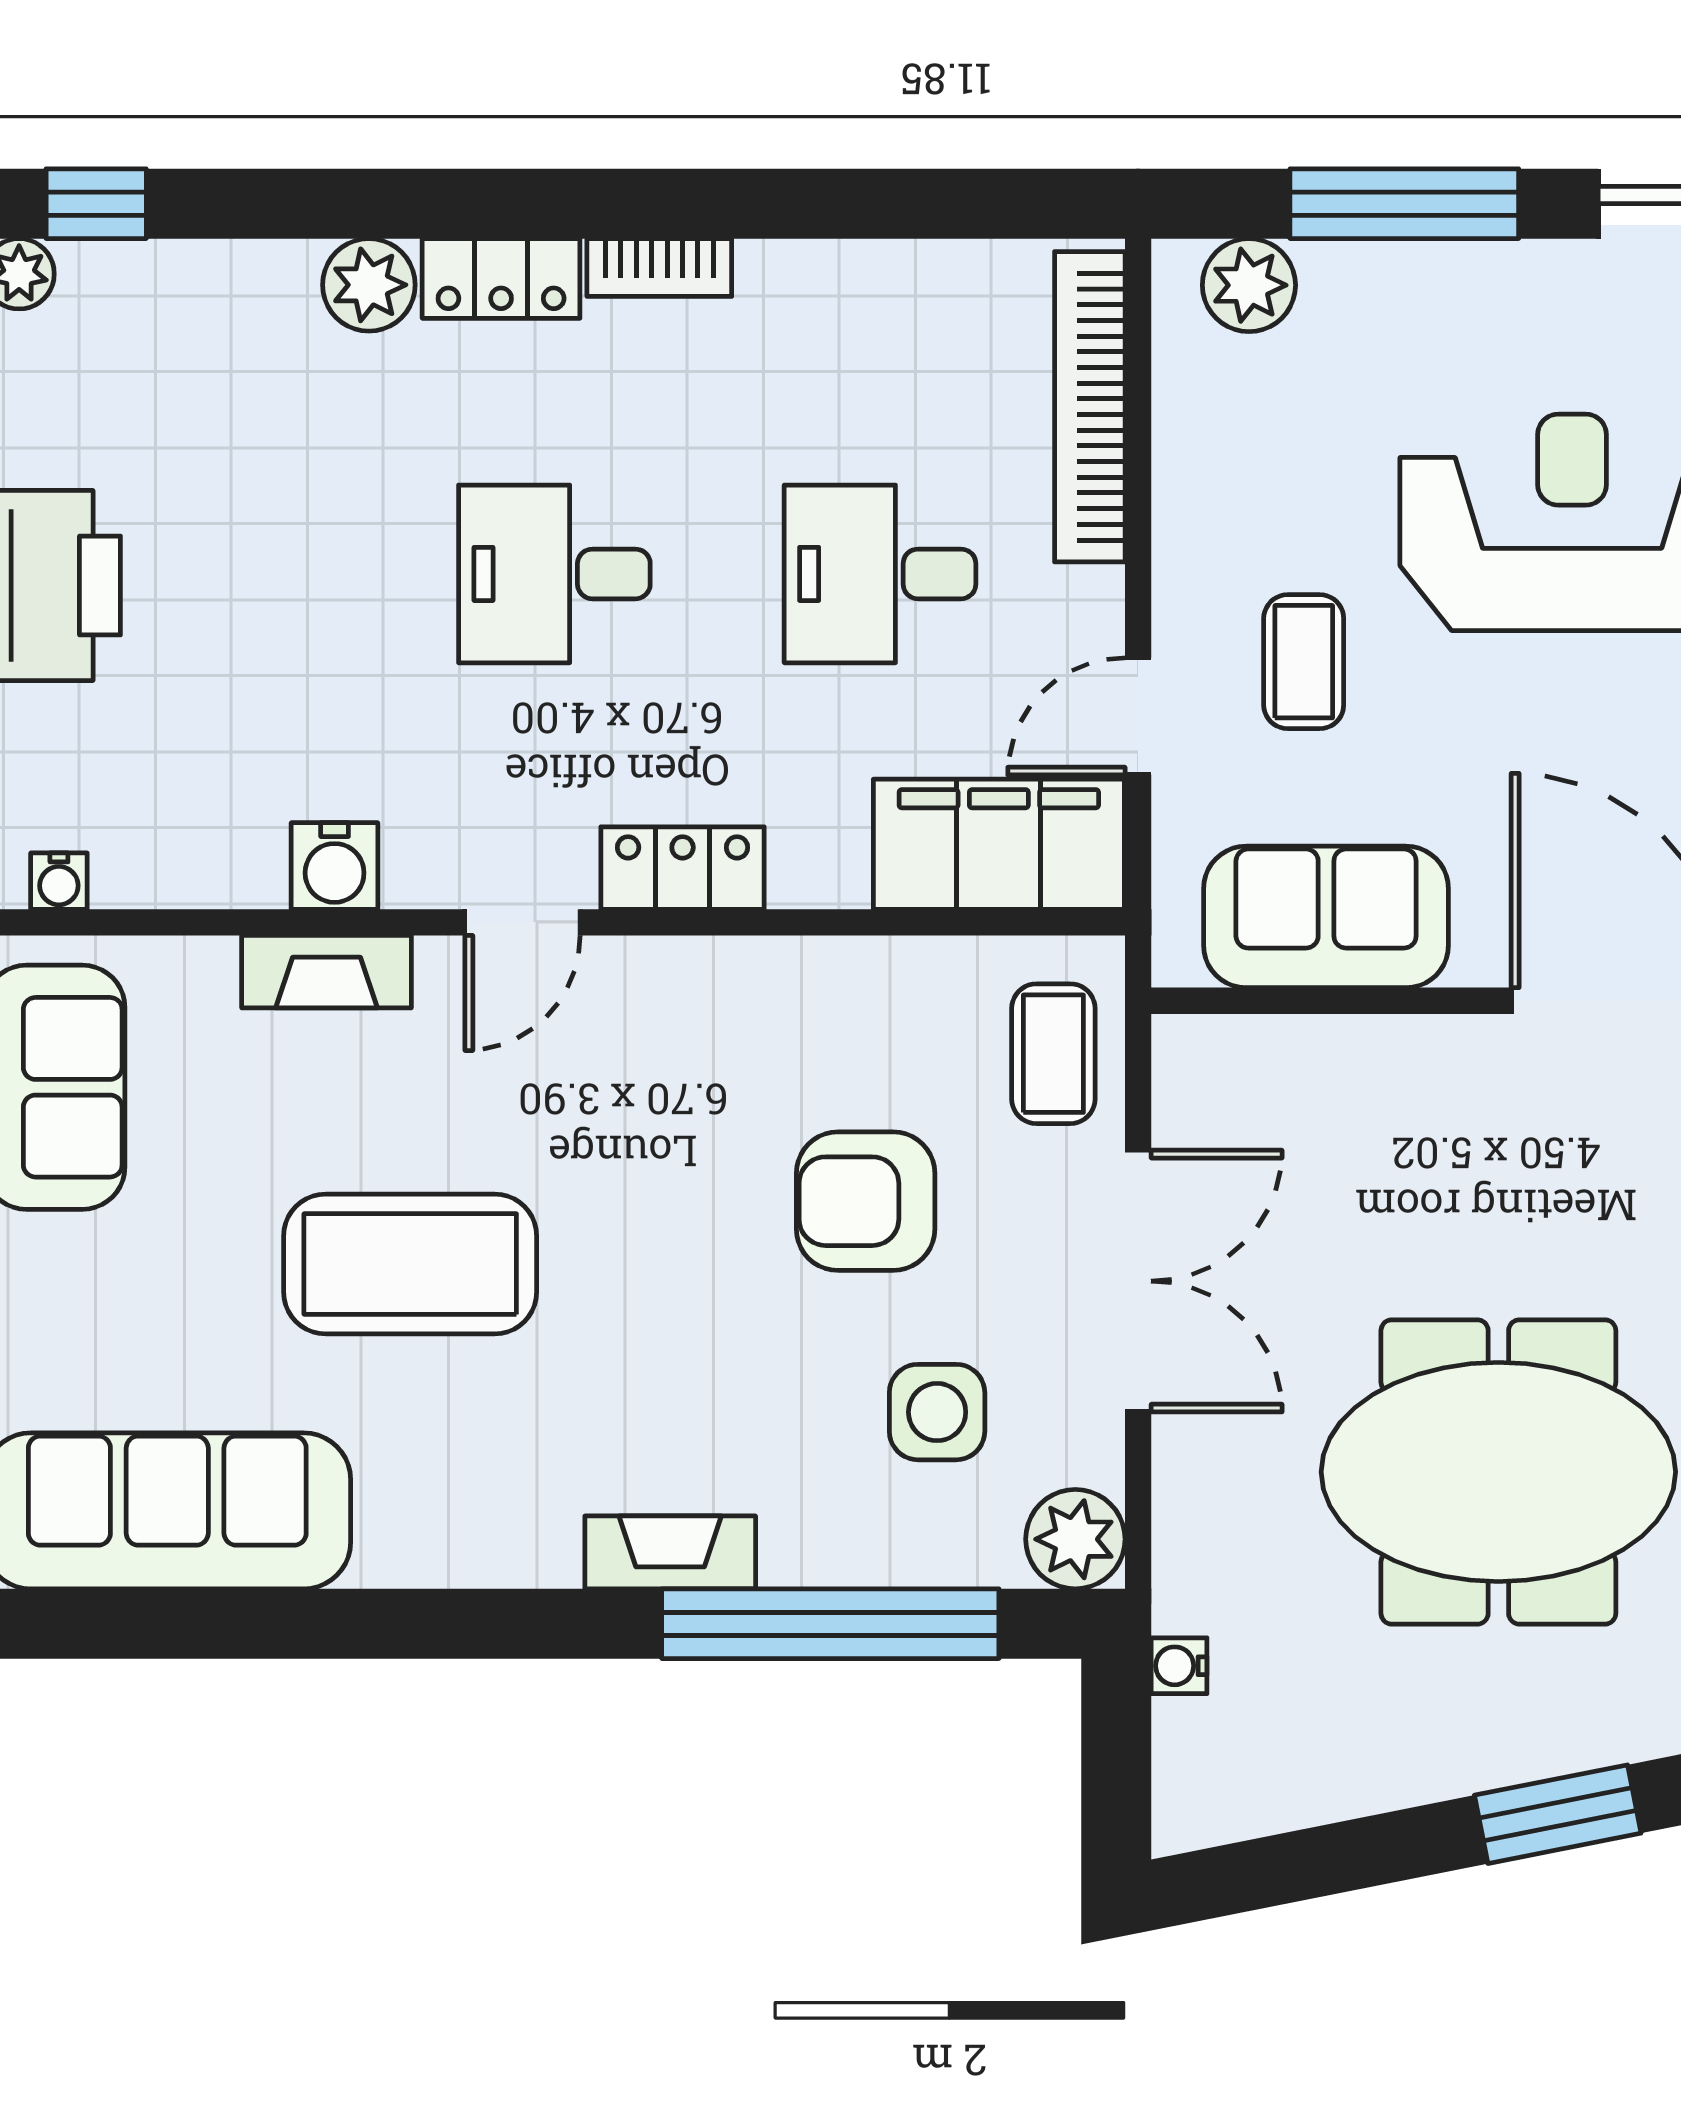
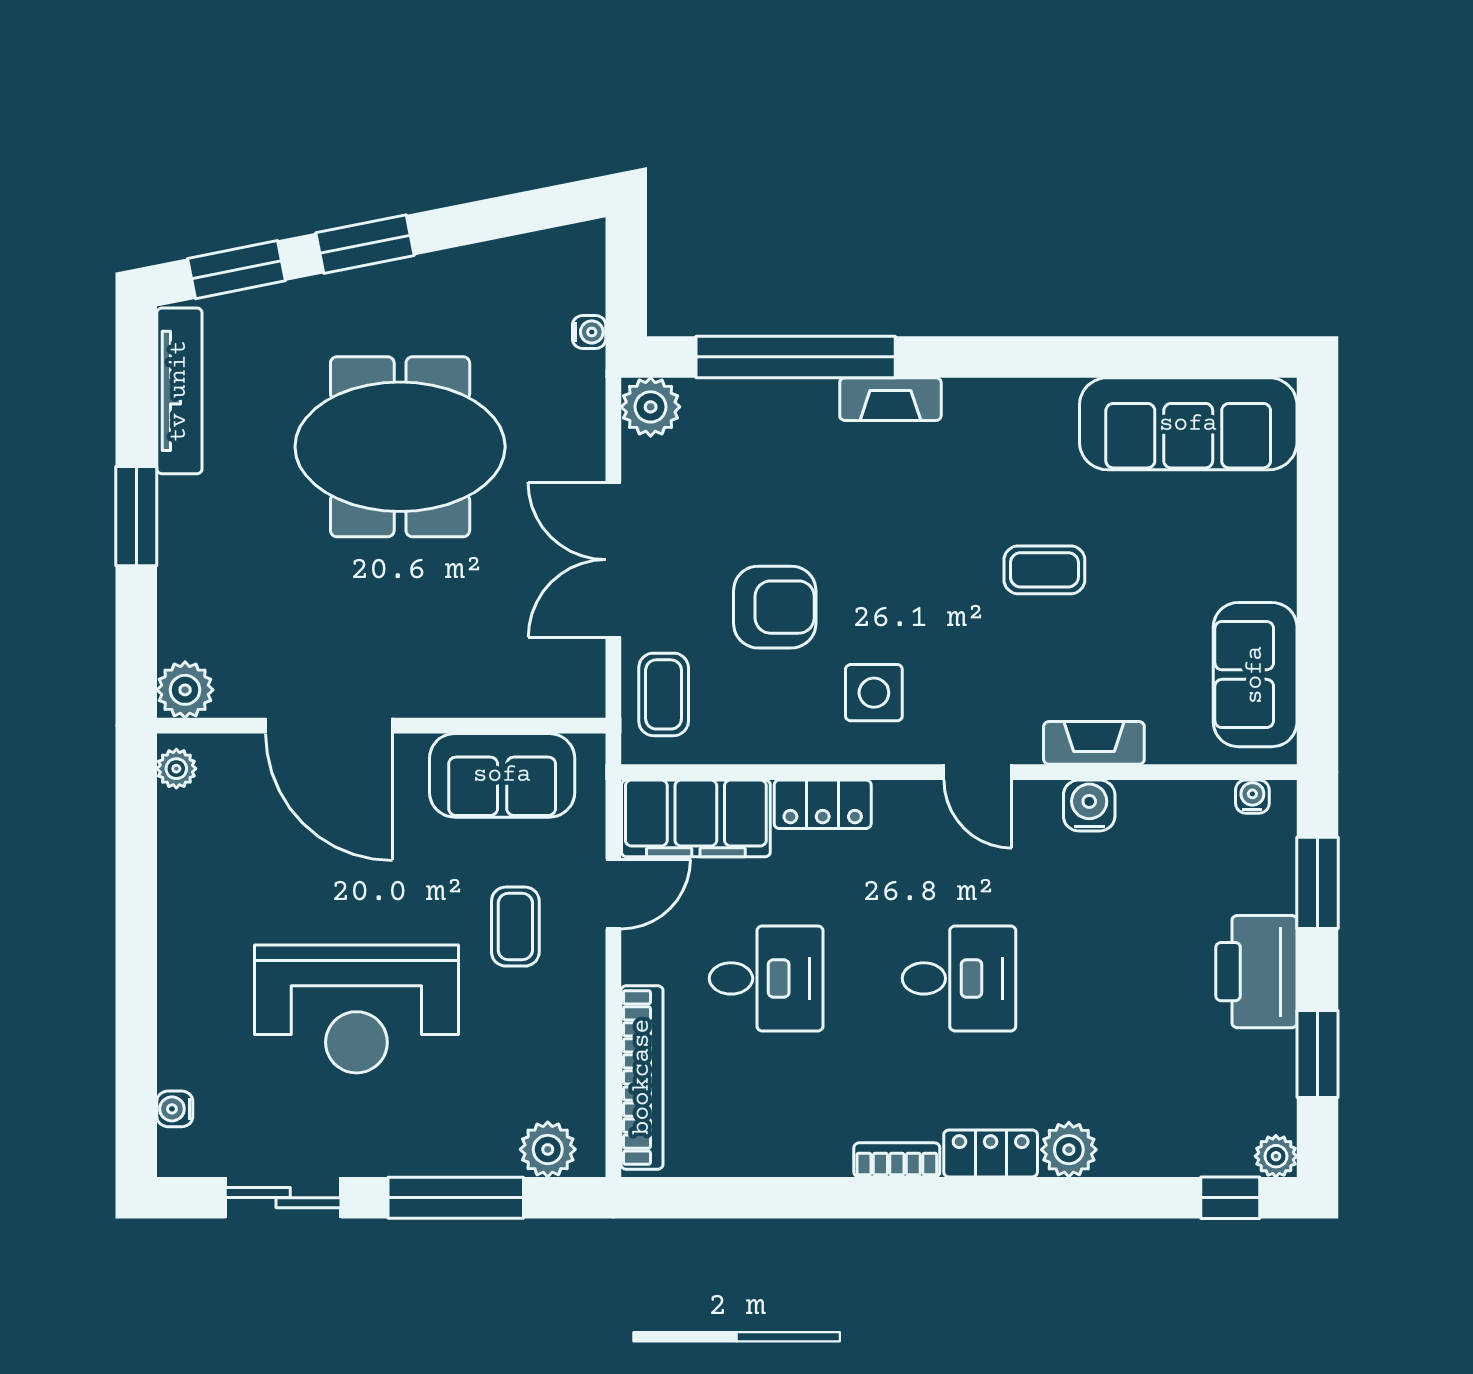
locker: (683, 868) -> (823, 804), moved
door: (522, 922) -> (978, 772), swing flipped
coffee table: (410, 1264) -> (1044, 570), width x0.54, depth x0.58
side table: (937, 1412) -> (874, 693), moved

